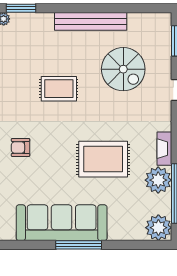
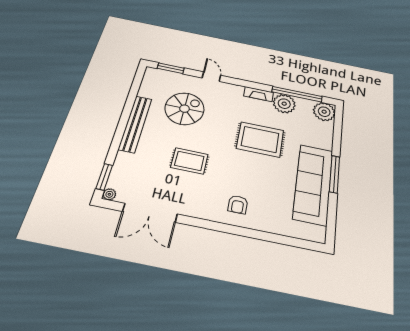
rug: (59, 89) -> (189, 161), turned 90
rug: (103, 159) -> (260, 139), turned 90

